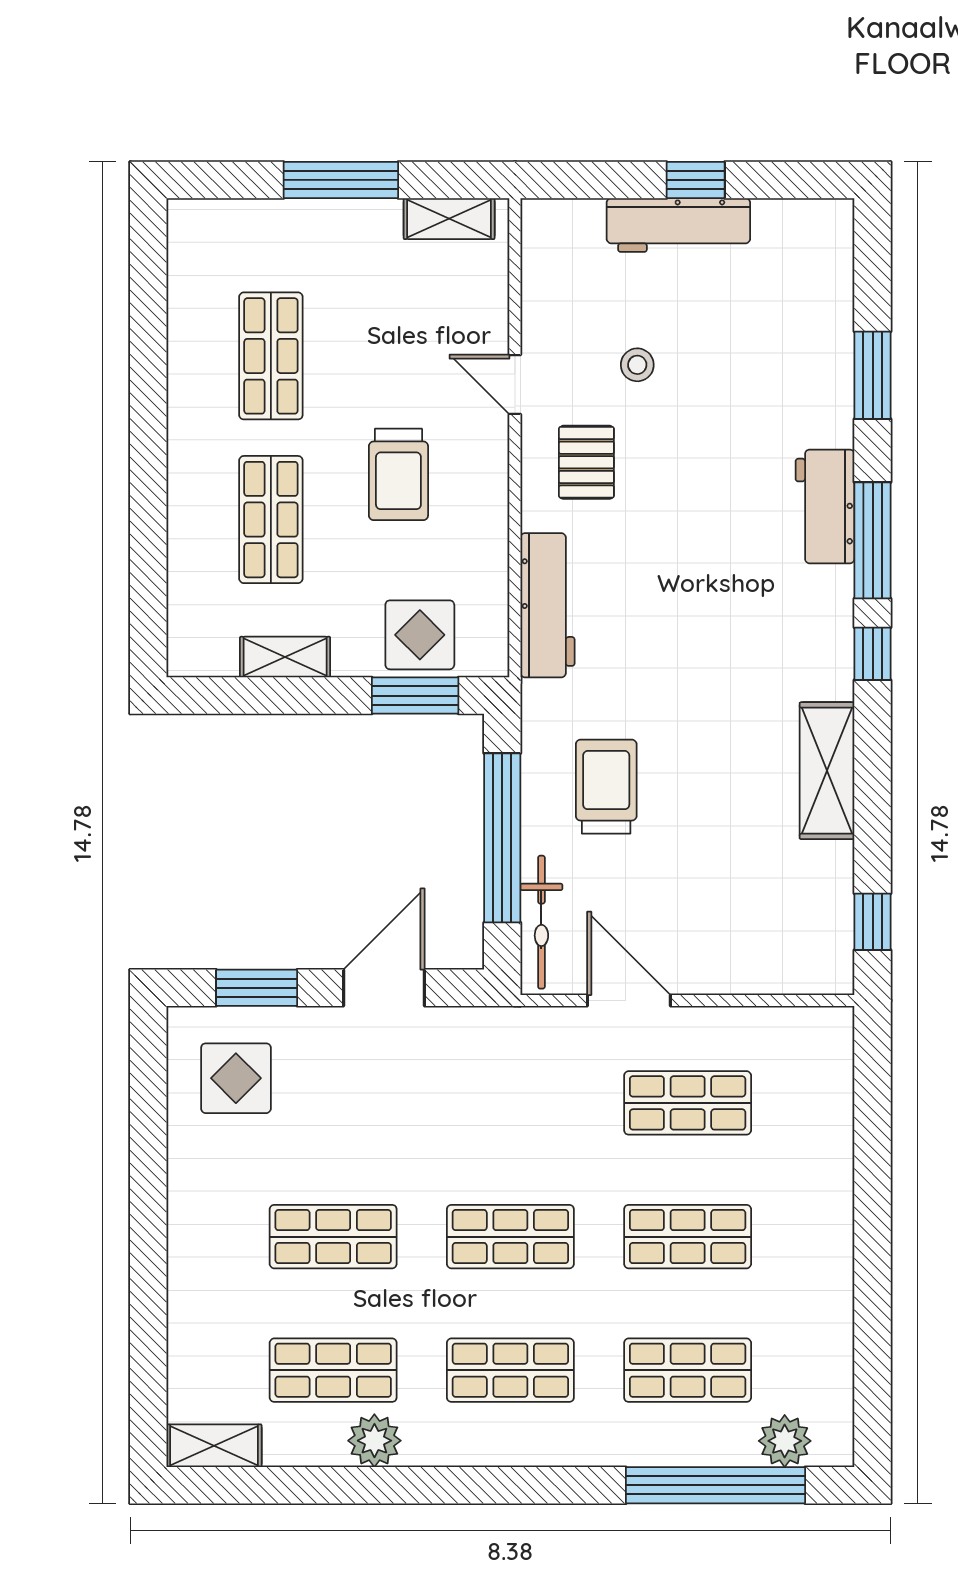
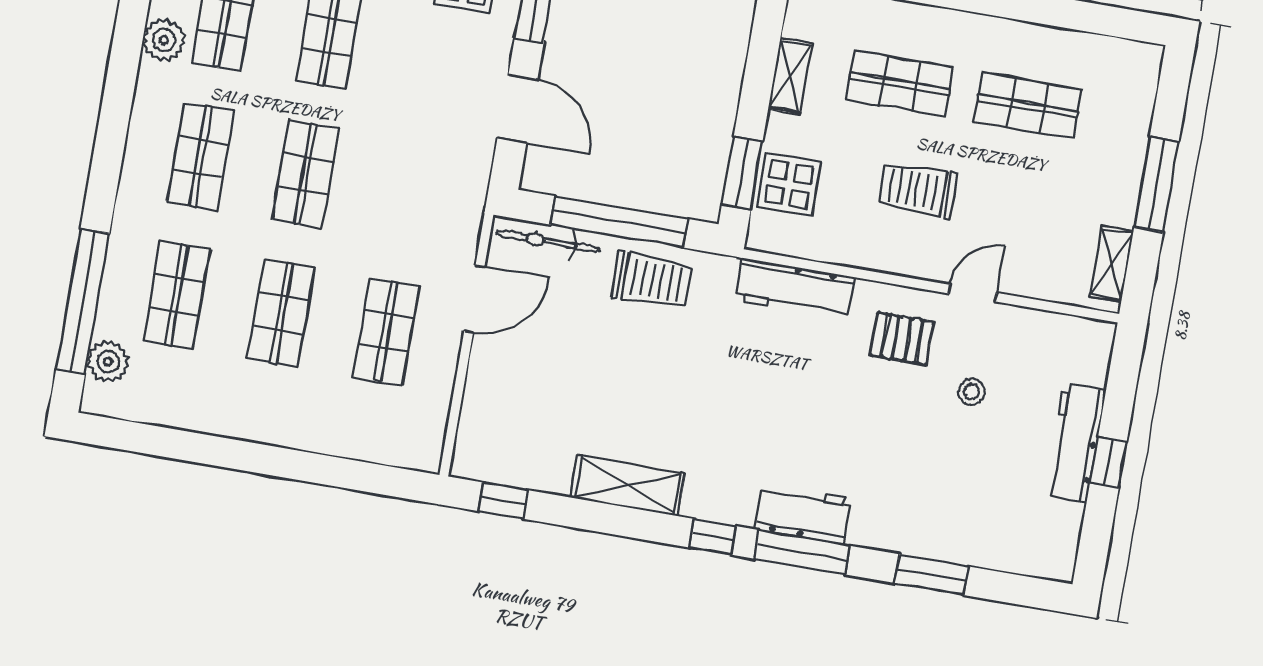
workbench: (825, 506) -> (803, 514), moved
trolley: (606, 787) -> (652, 280), moved

